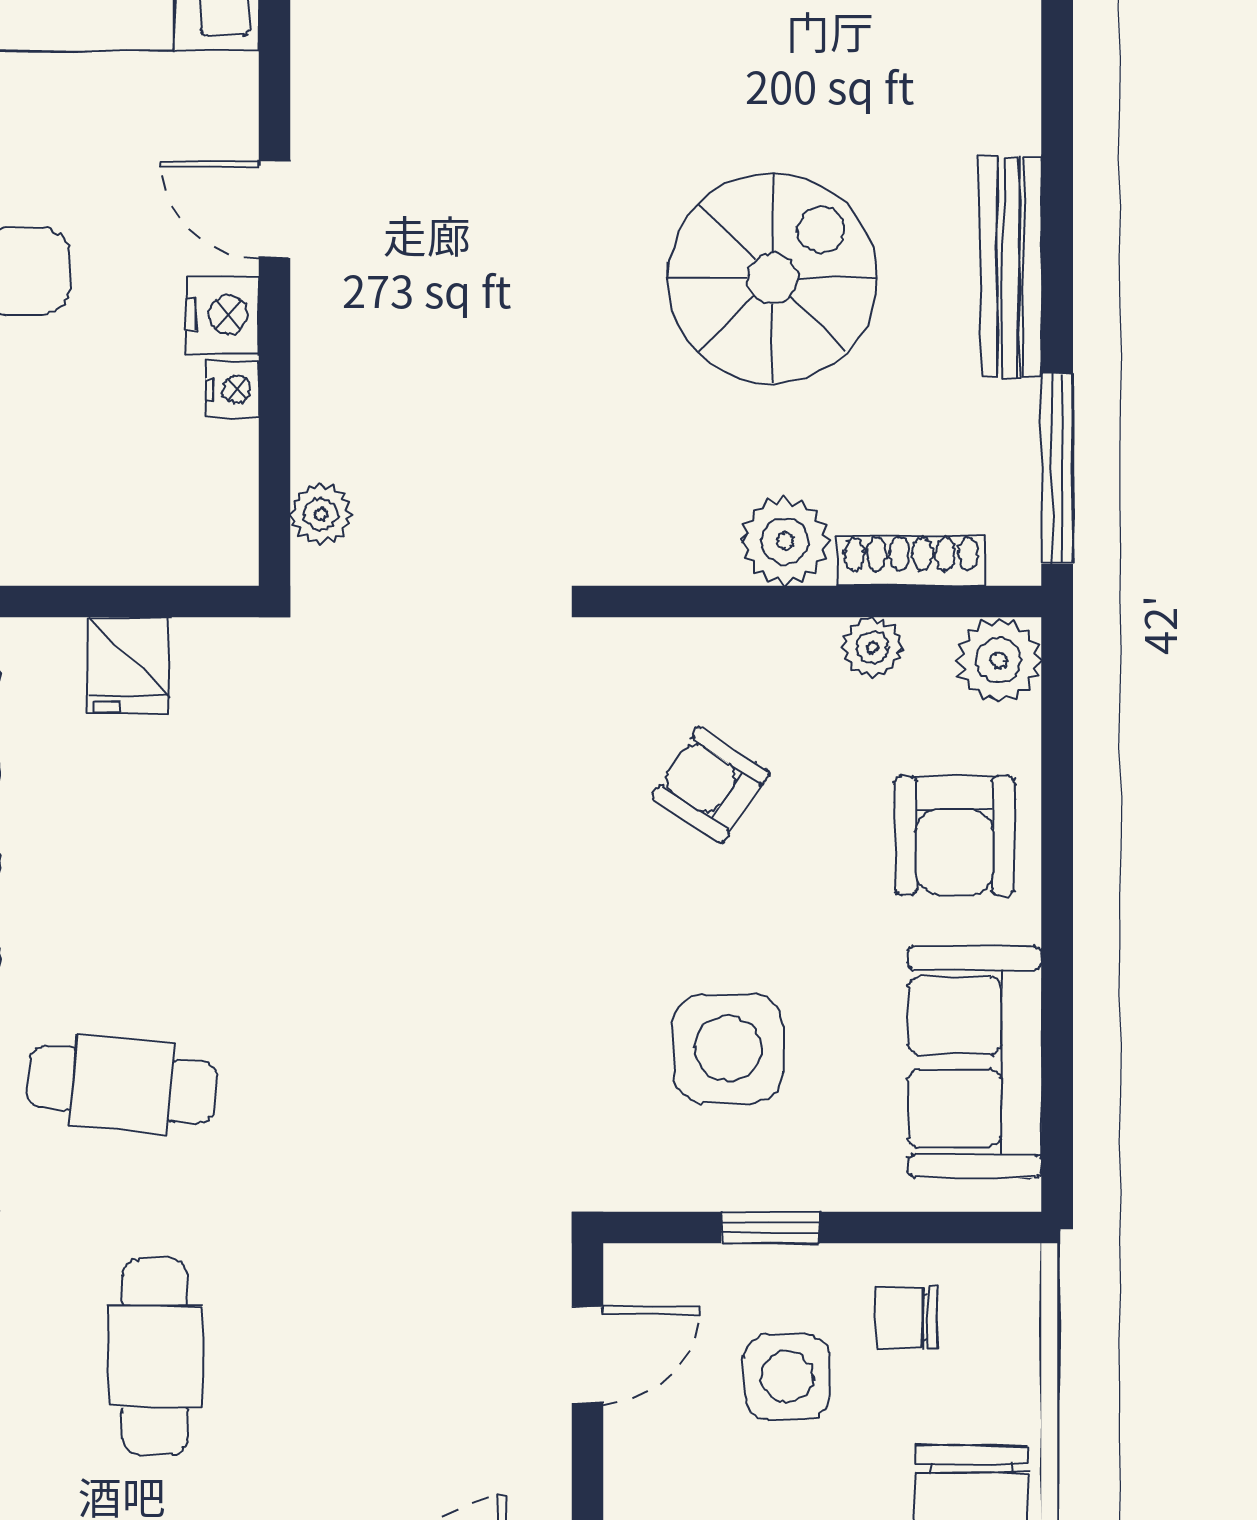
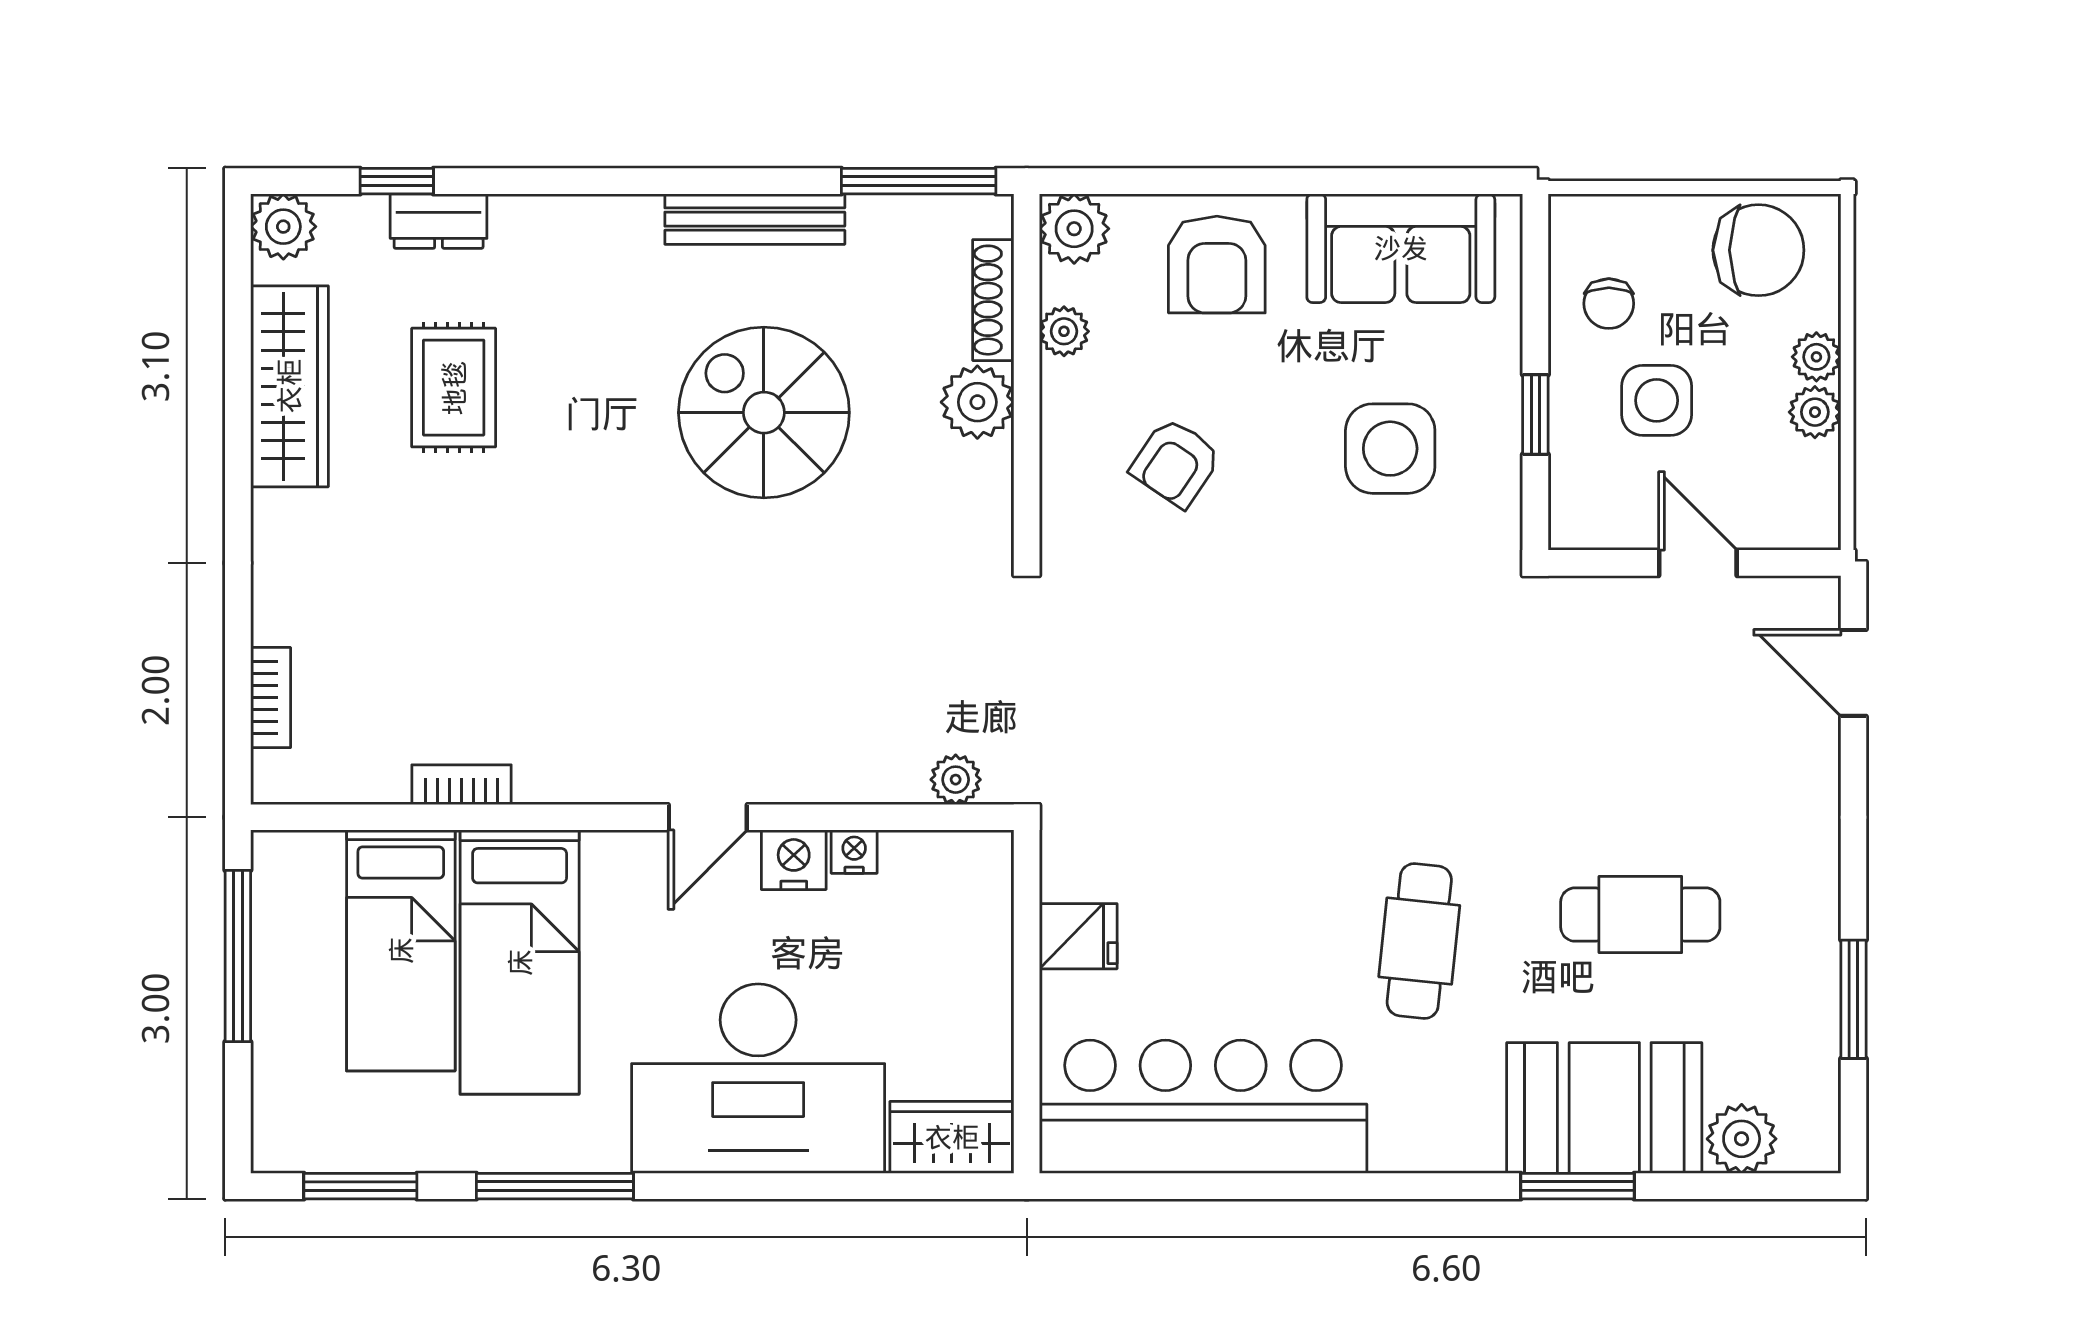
armchair: (954, 836) -> (1217, 265), turned 90
door: (588, 1355) -> (1698, 563), moved

